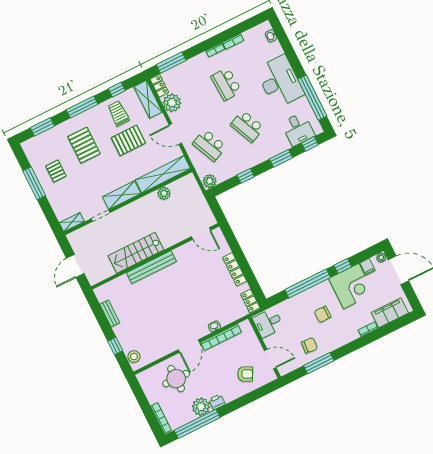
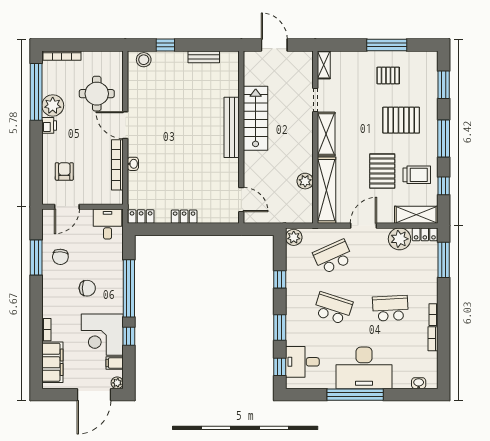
window: (312, 98) -> (355, 395), moved
school desk: (247, 126) -> (333, 308), turned 42
door: (201, 233) -> (241, 200), swing flipped
locker: (235, 269) -> (184, 217), width x0.66
chair: (323, 314) -> (87, 288), turned 90
armchair: (245, 374) -> (64, 171), turned 153

